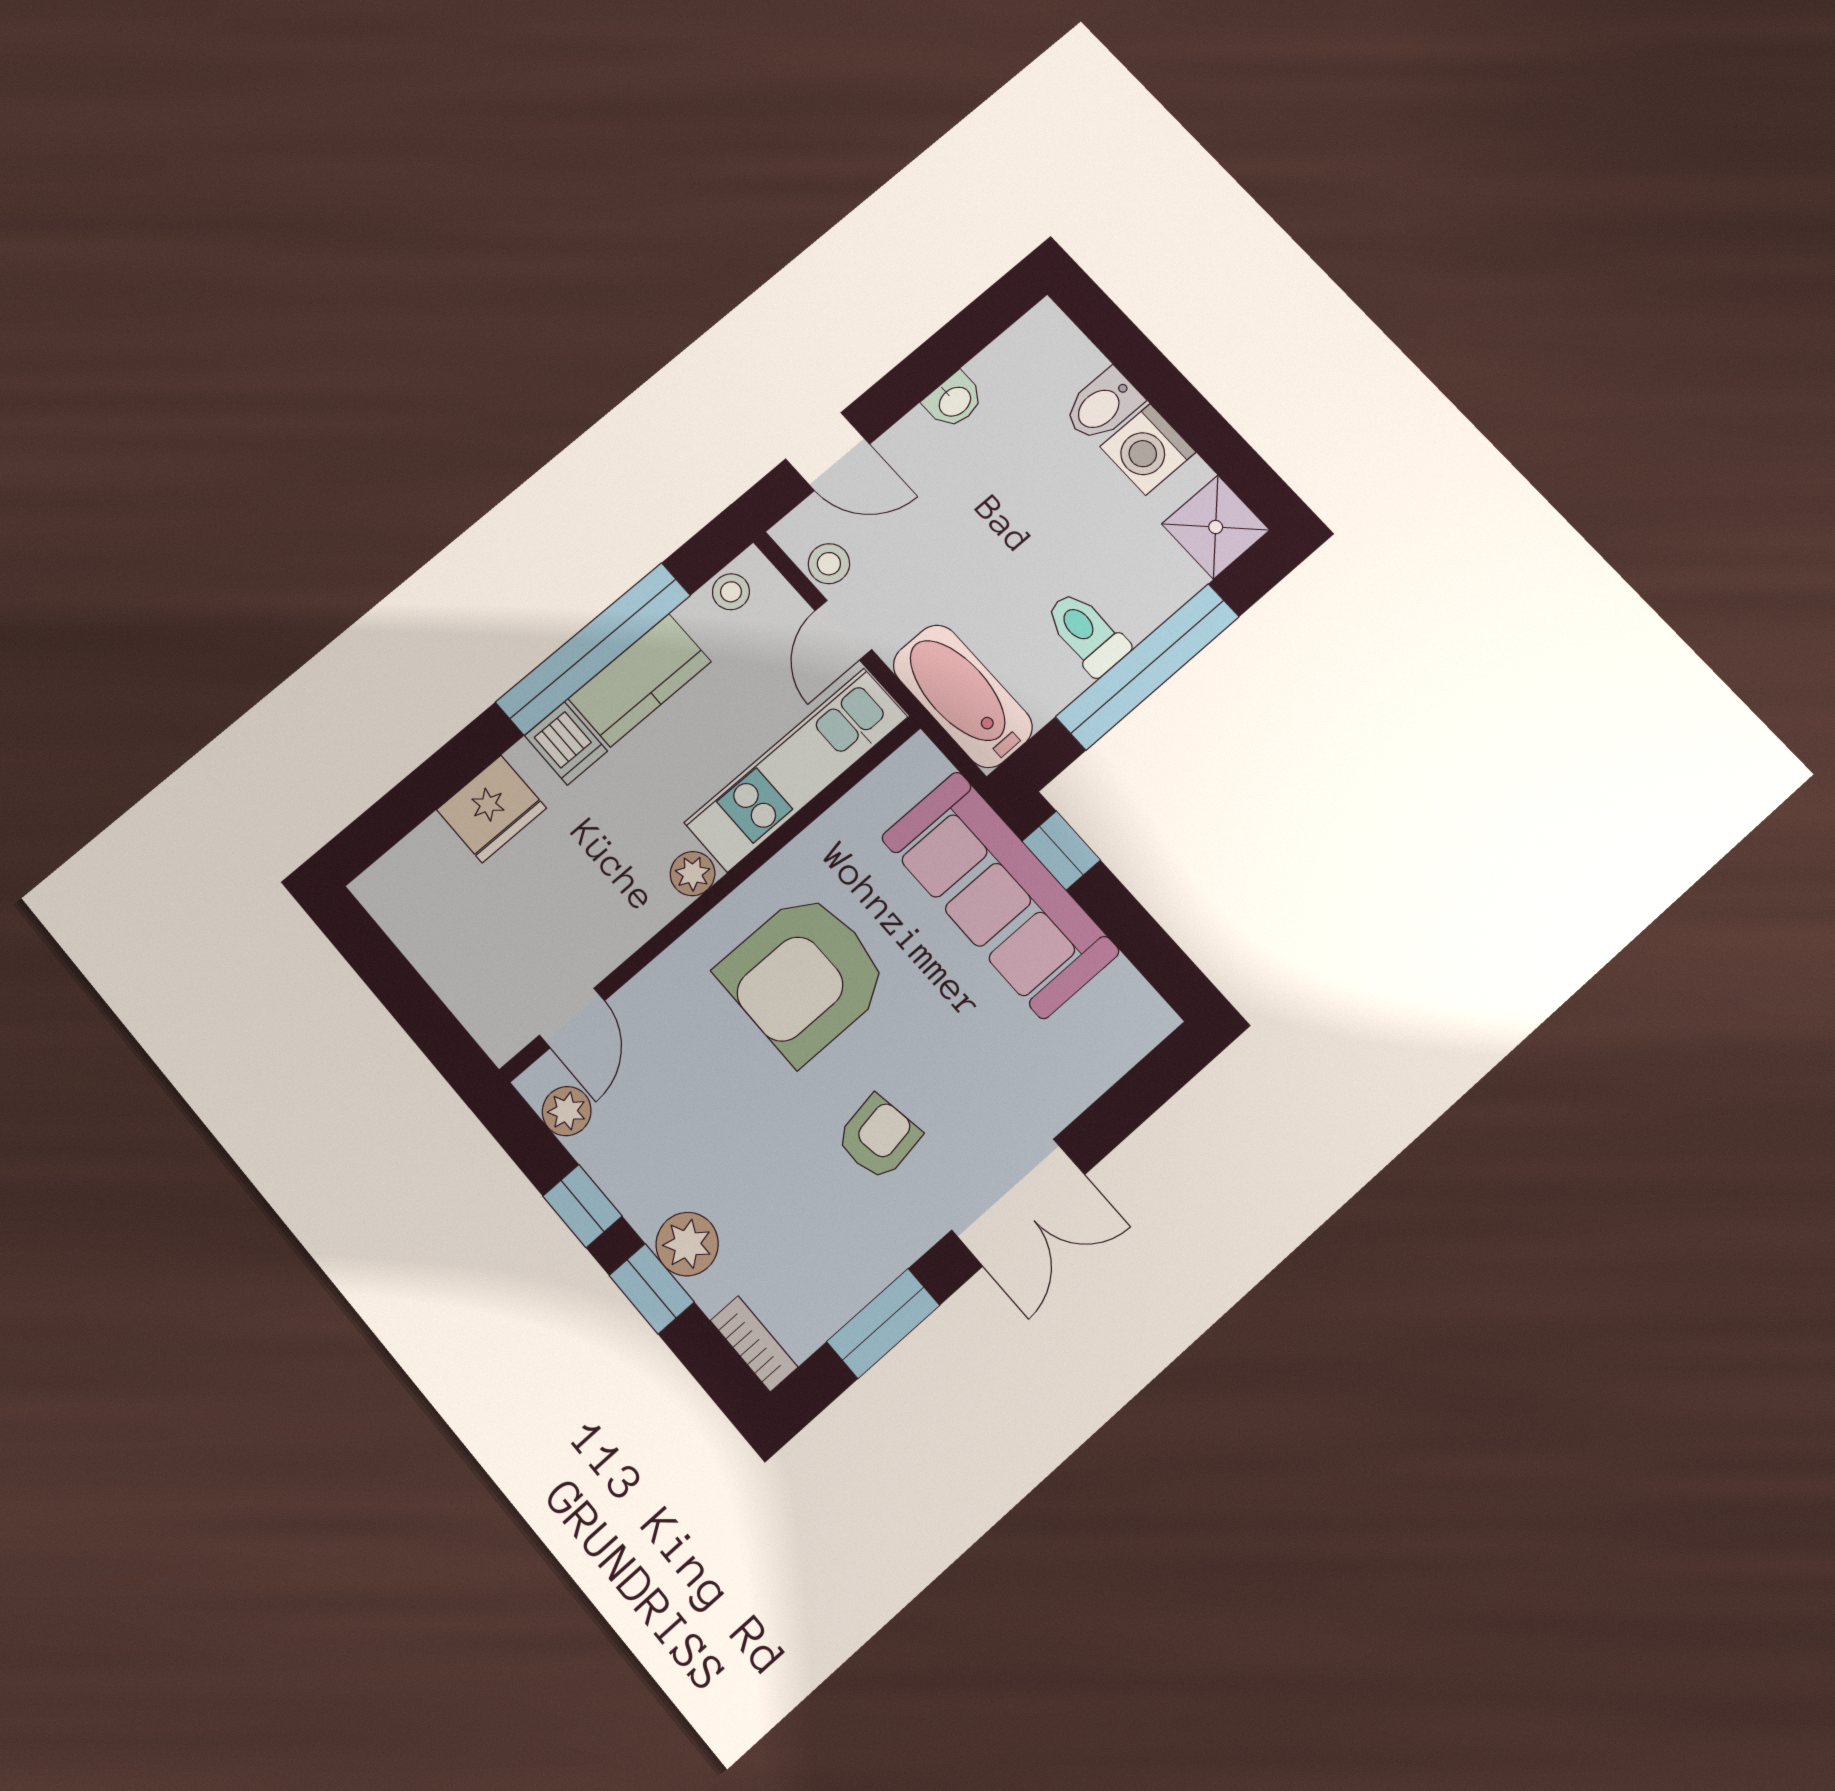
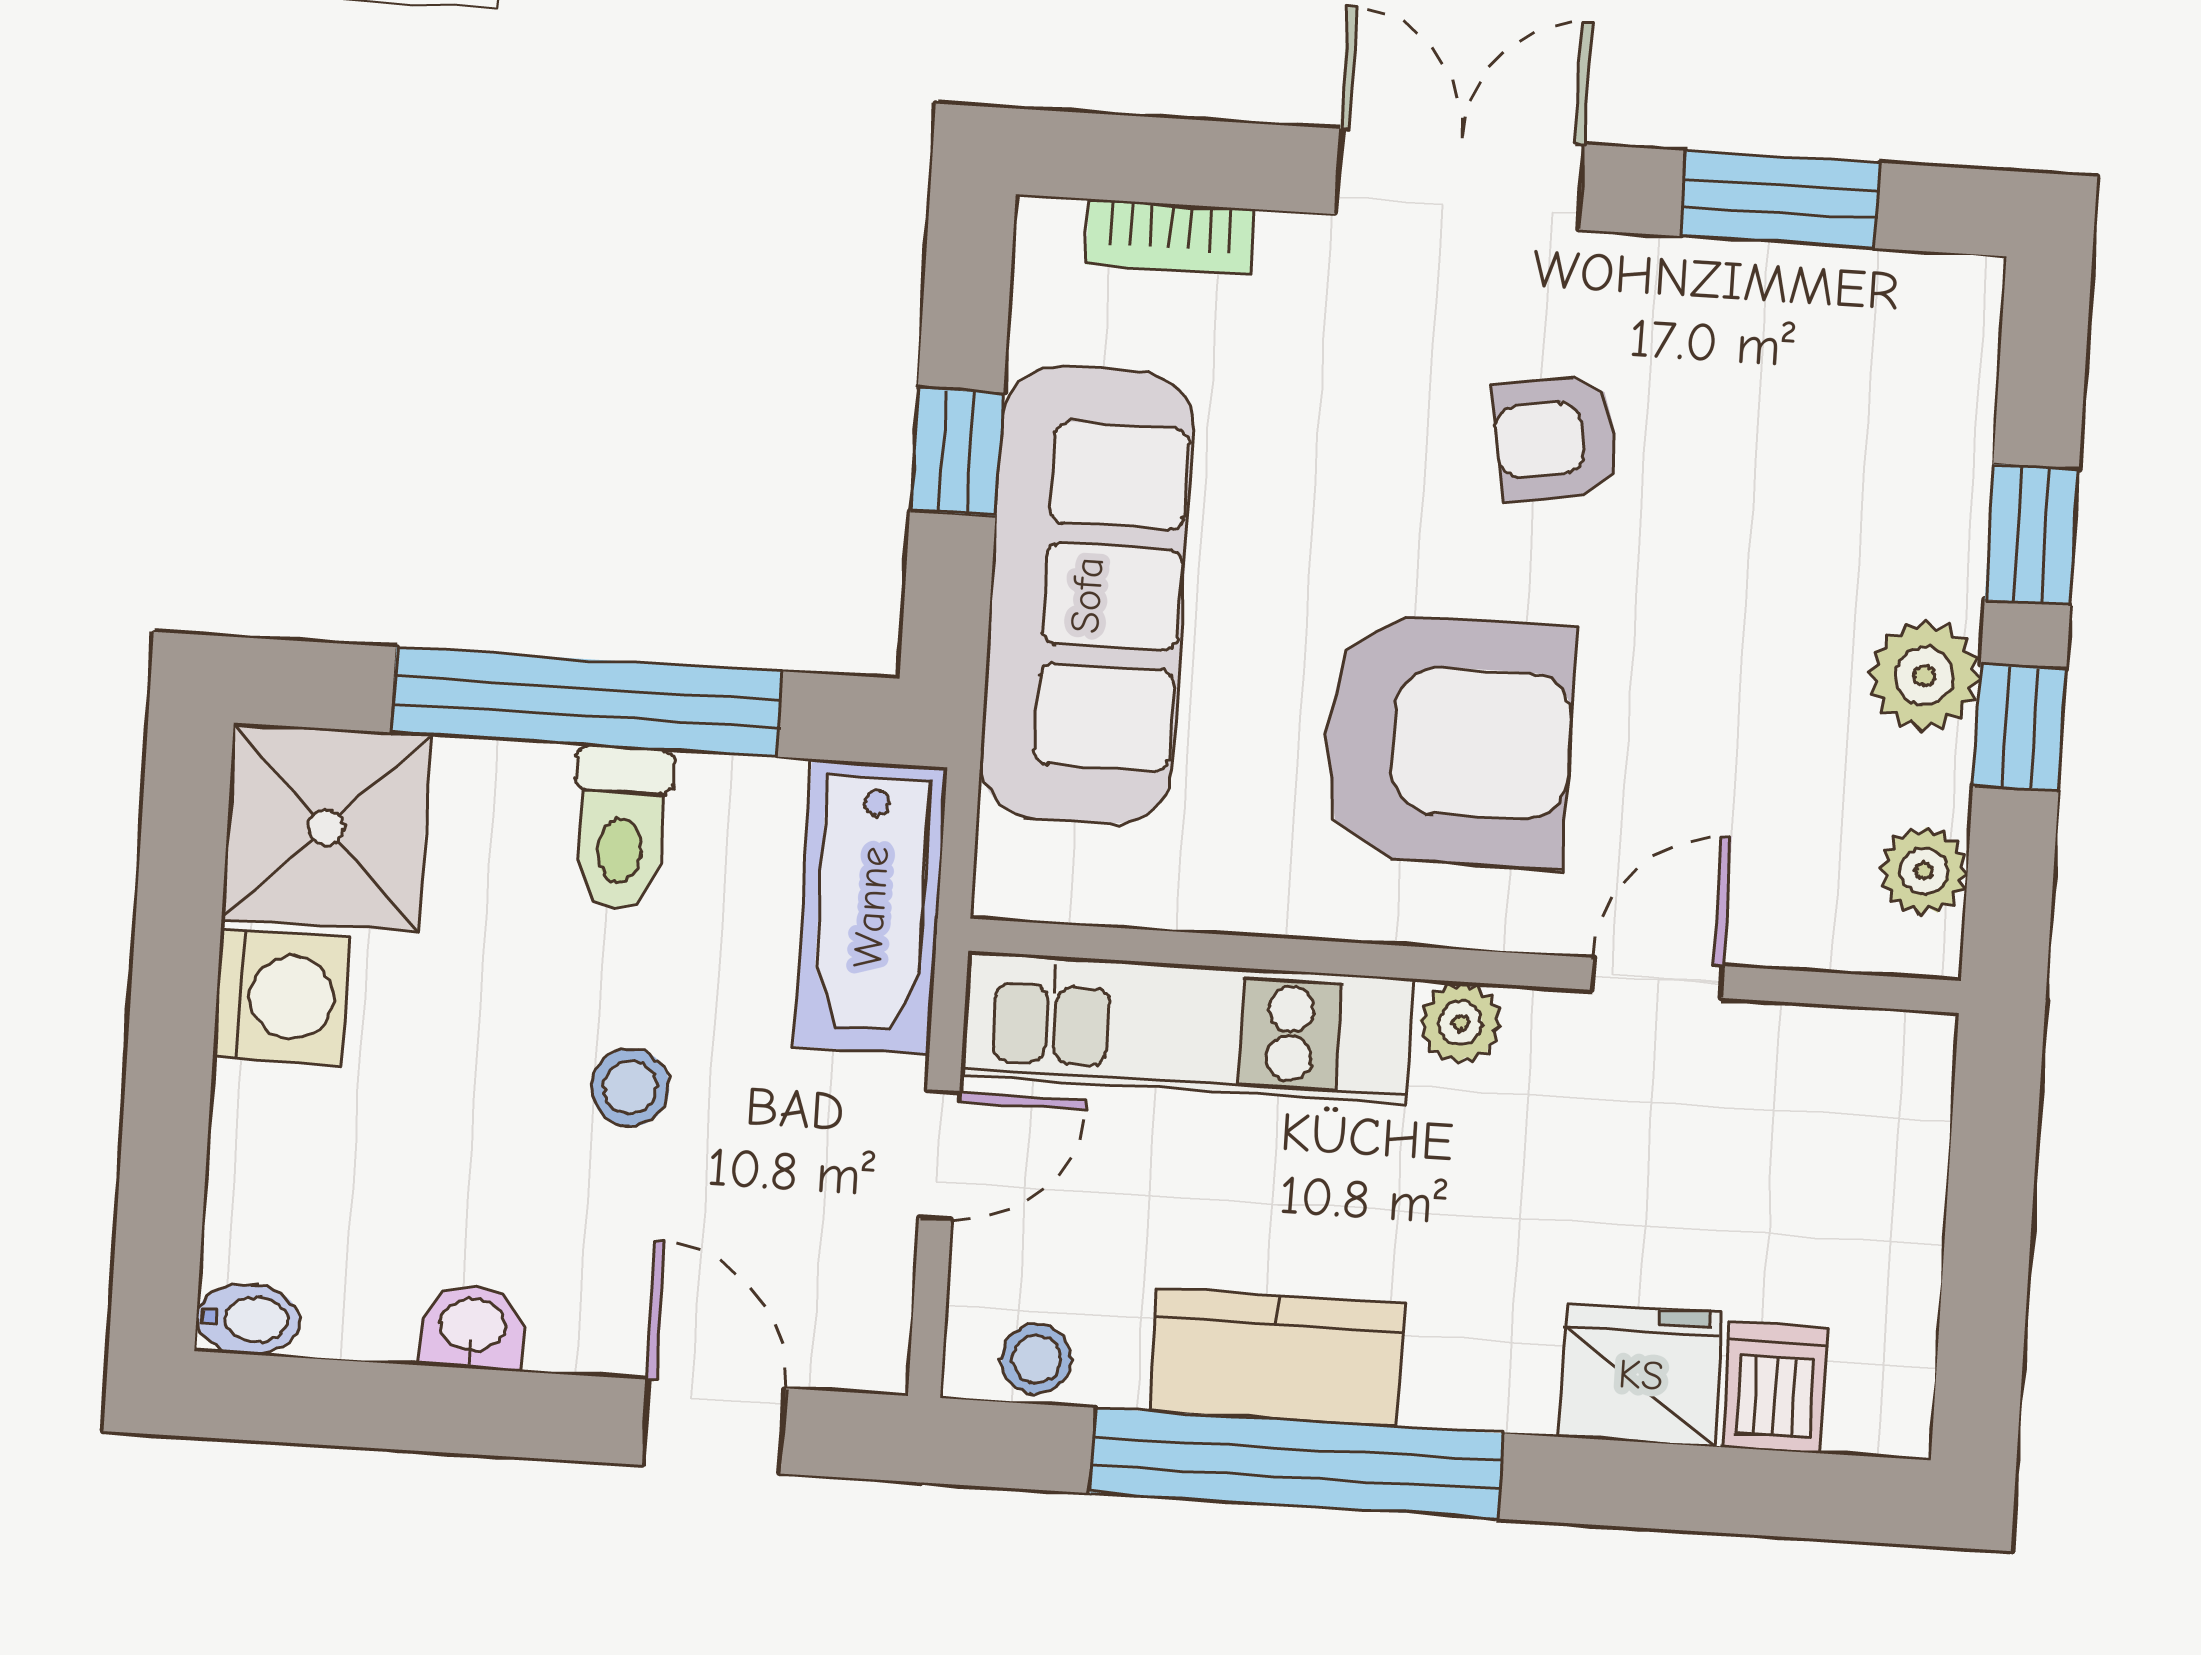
bidet: (1103, 406) -> (248, 1319), moved, width x0.72, depth x0.74
shower: (1216, 527) -> (326, 827), width x1.36, depth x1.36
stool: (829, 564) -> (630, 1088), moved
dishwasher: (566, 743) -> (1775, 1387), moved
window: (1061, 851) -> (957, 452), moved
door: (572, 1018) -> (1657, 978), moved
plant: (687, 1244) -> (1924, 676), moved
bookcase: (754, 1344) -> (1170, 237), moved, turned -90

